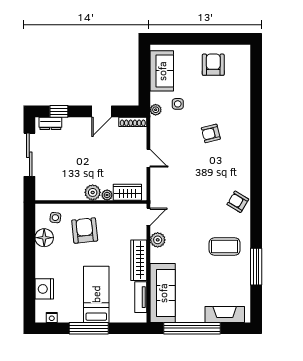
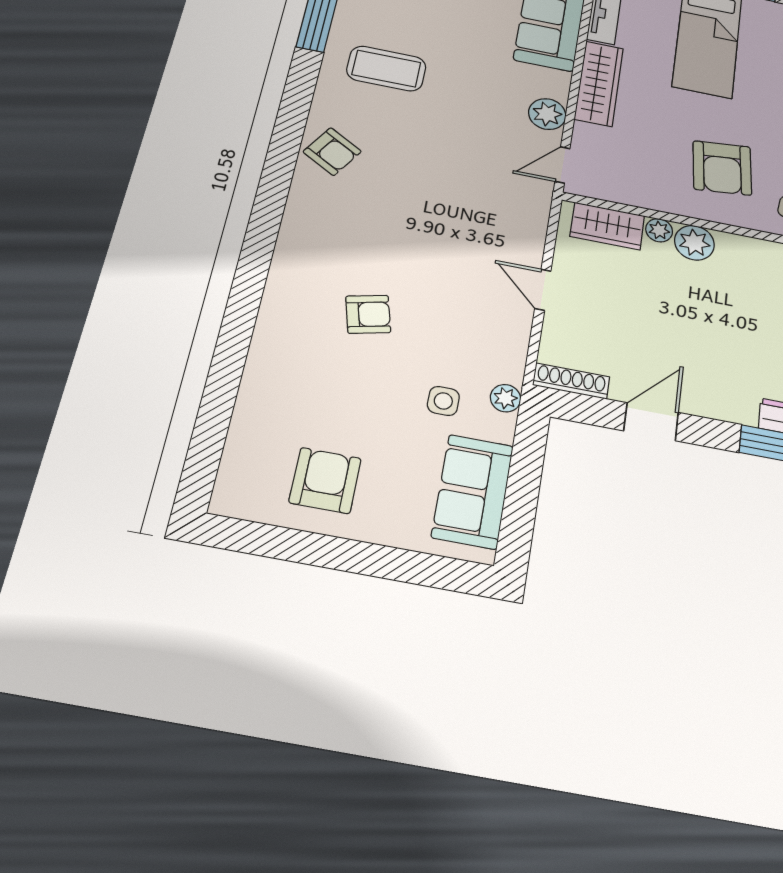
armchair: (213, 65) -> (325, 480), turned 180

